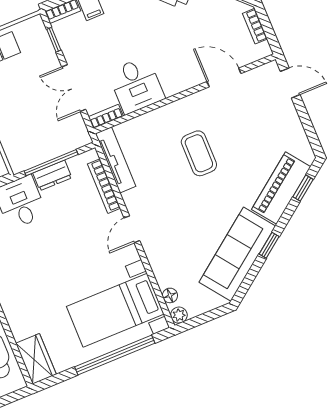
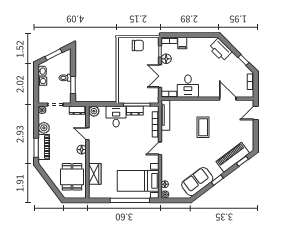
floor lamp: (72, 49) -> (166, 59), added
door: (290, 83) -> (256, 113), swing flipped
sofa: (237, 254) -> (197, 182), width x0.73
wardrobe: (36, 359) -> (95, 174), moved

